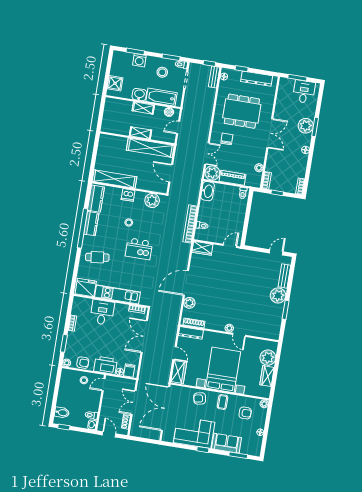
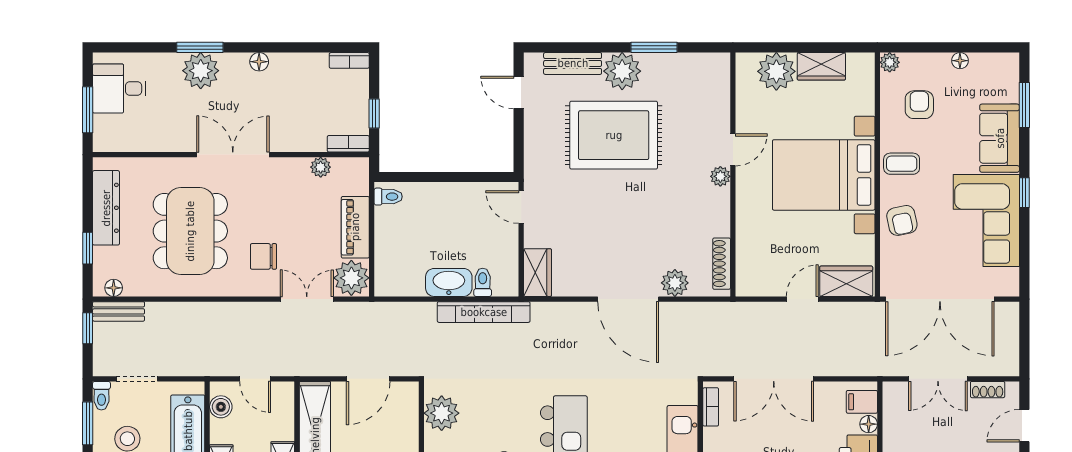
washbasin: (208, 191) -> (449, 282), moved
rug: (253, 288) -> (614, 135), added
dresser: (191, 333) -> (747, 267), removed

